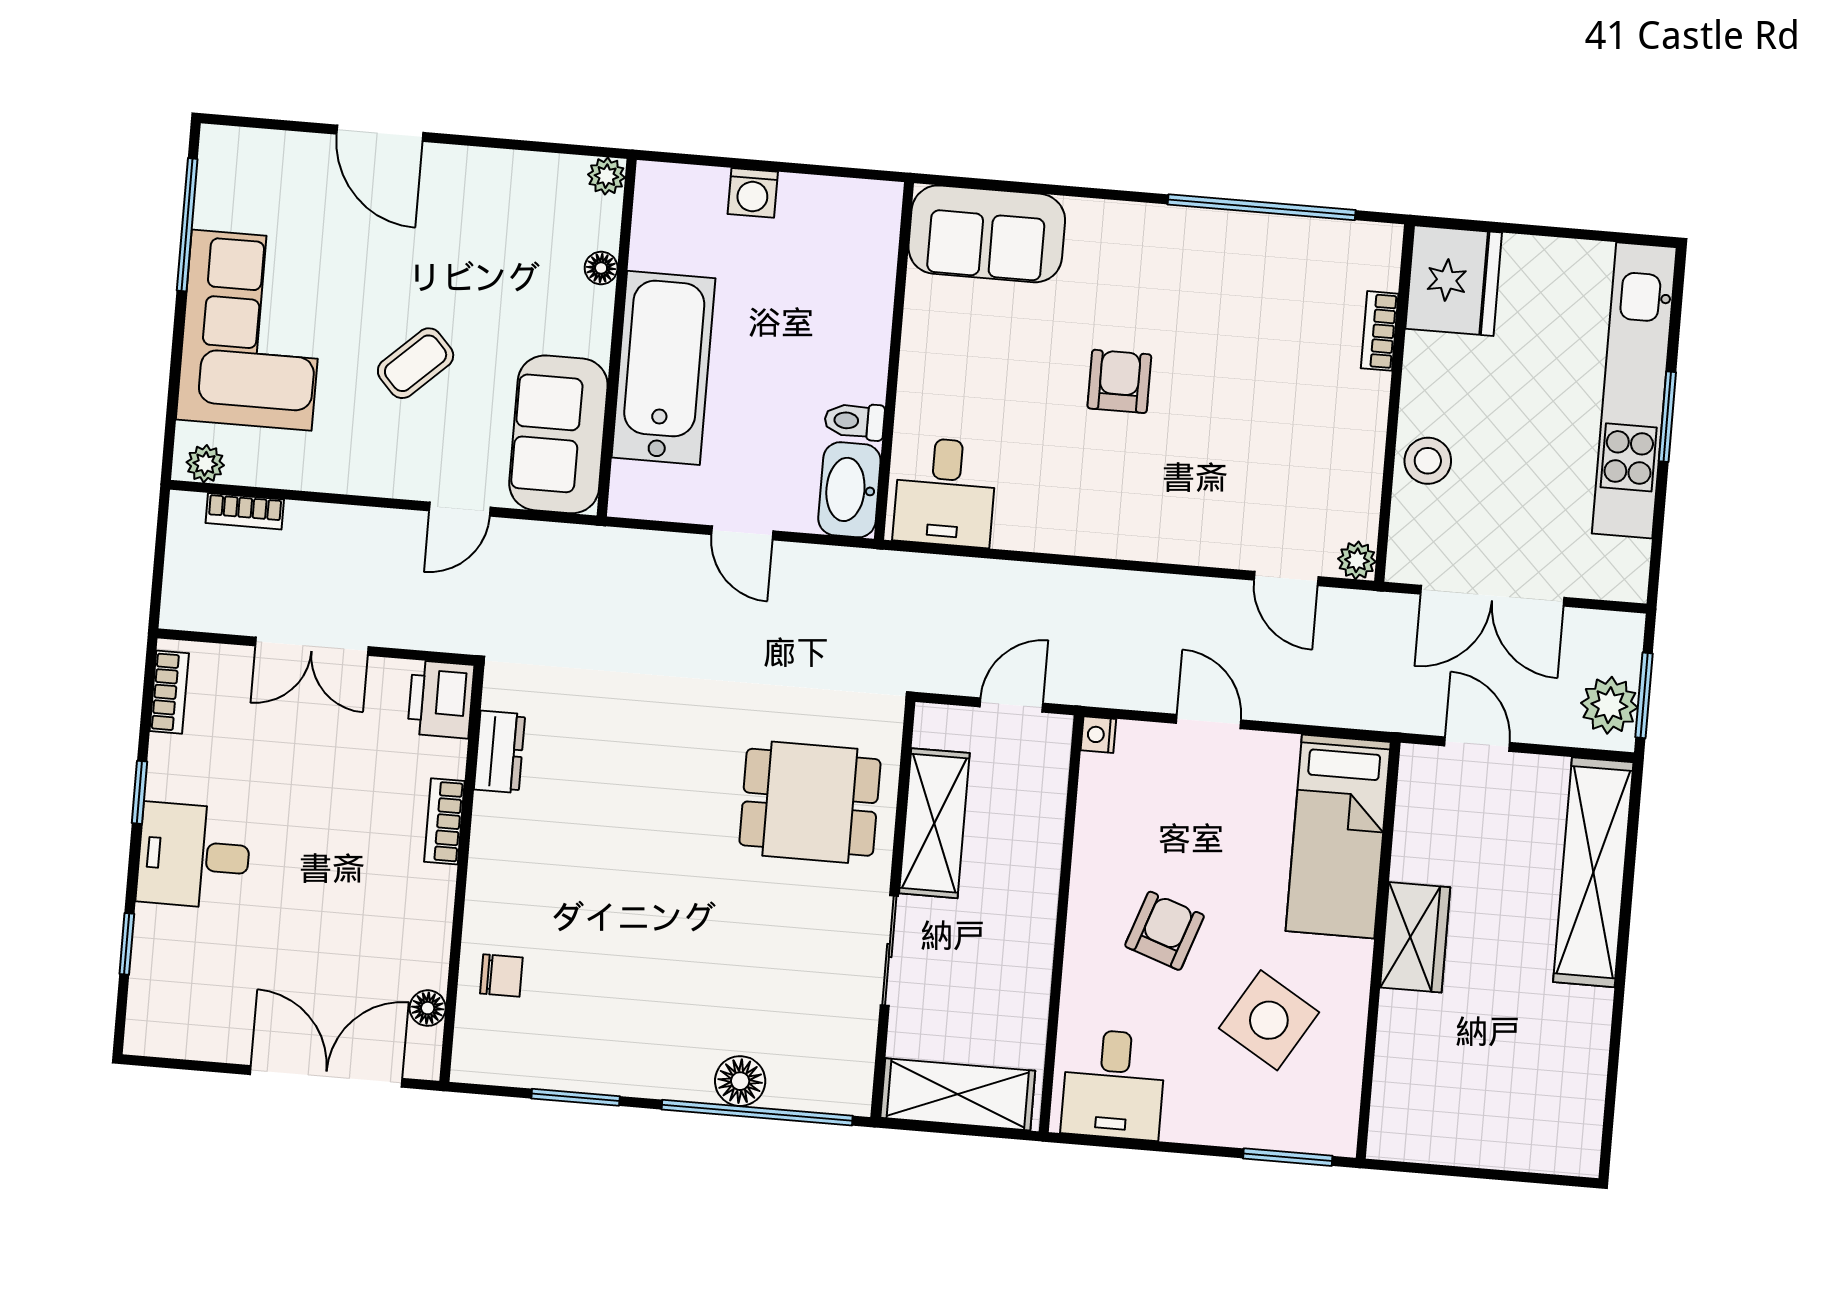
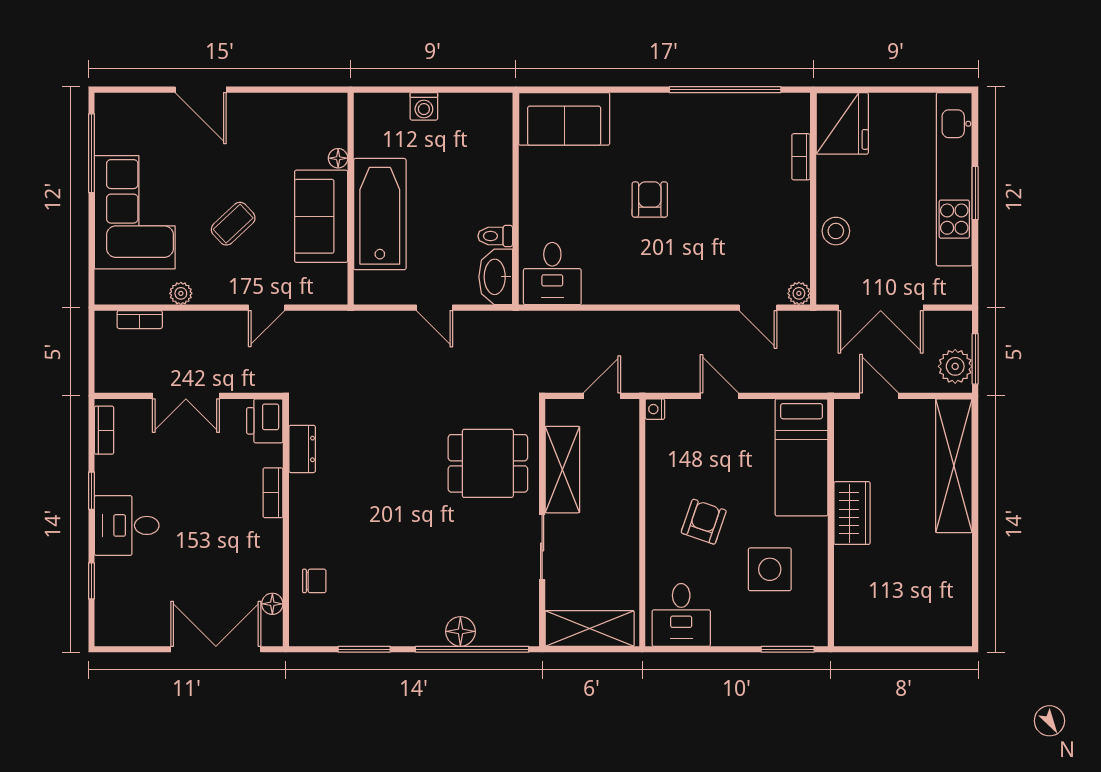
plant: (606, 176) -> (337, 104), removed
sofa: (558, 434) -> (321, 216), moved
plant: (205, 464) -> (181, 293), moved
side table: (1269, 1020) -> (770, 569), turned -31

